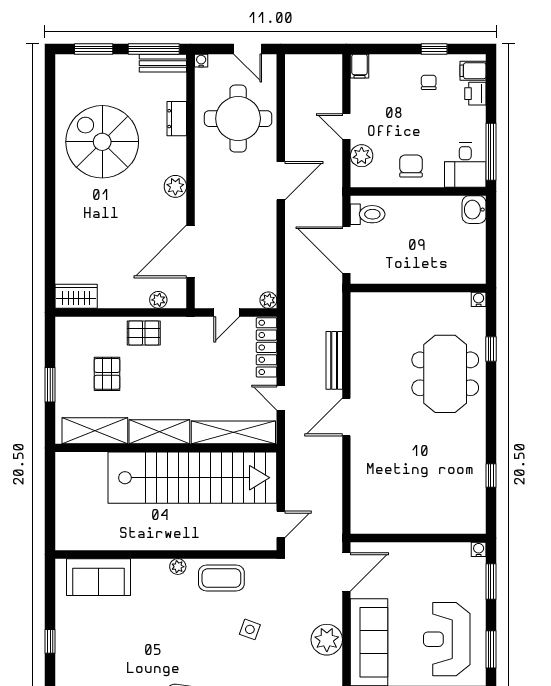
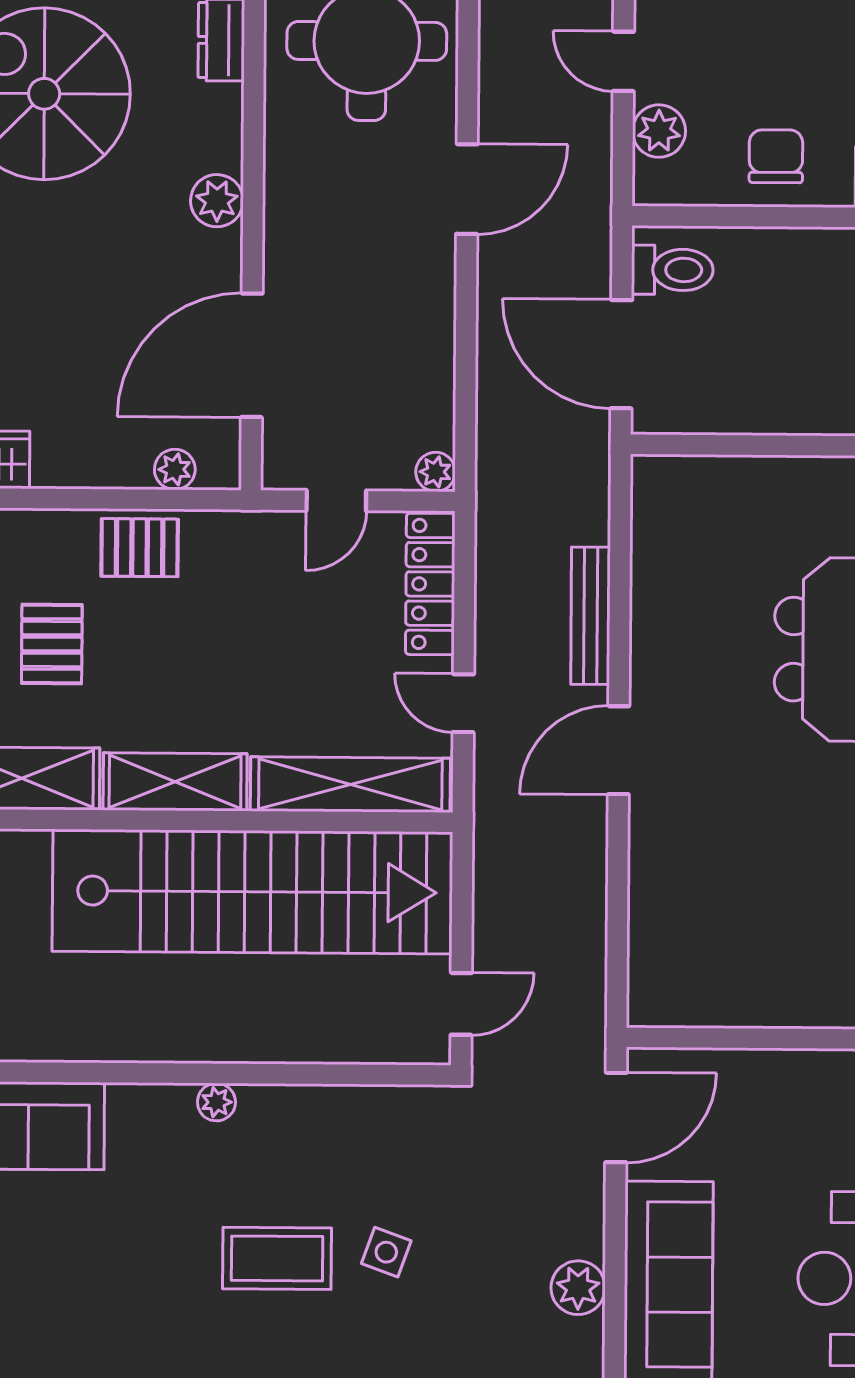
coffee table: (221, 578) -> (277, 1258), moved
plant: (327, 640) -> (578, 1288), width x0.73, depth x0.73

